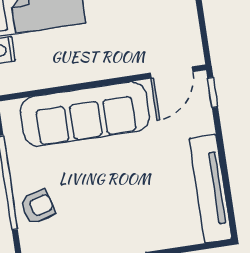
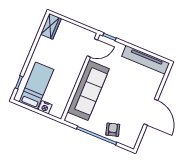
door: (172, 72) -> (92, 48), hinge flipped

